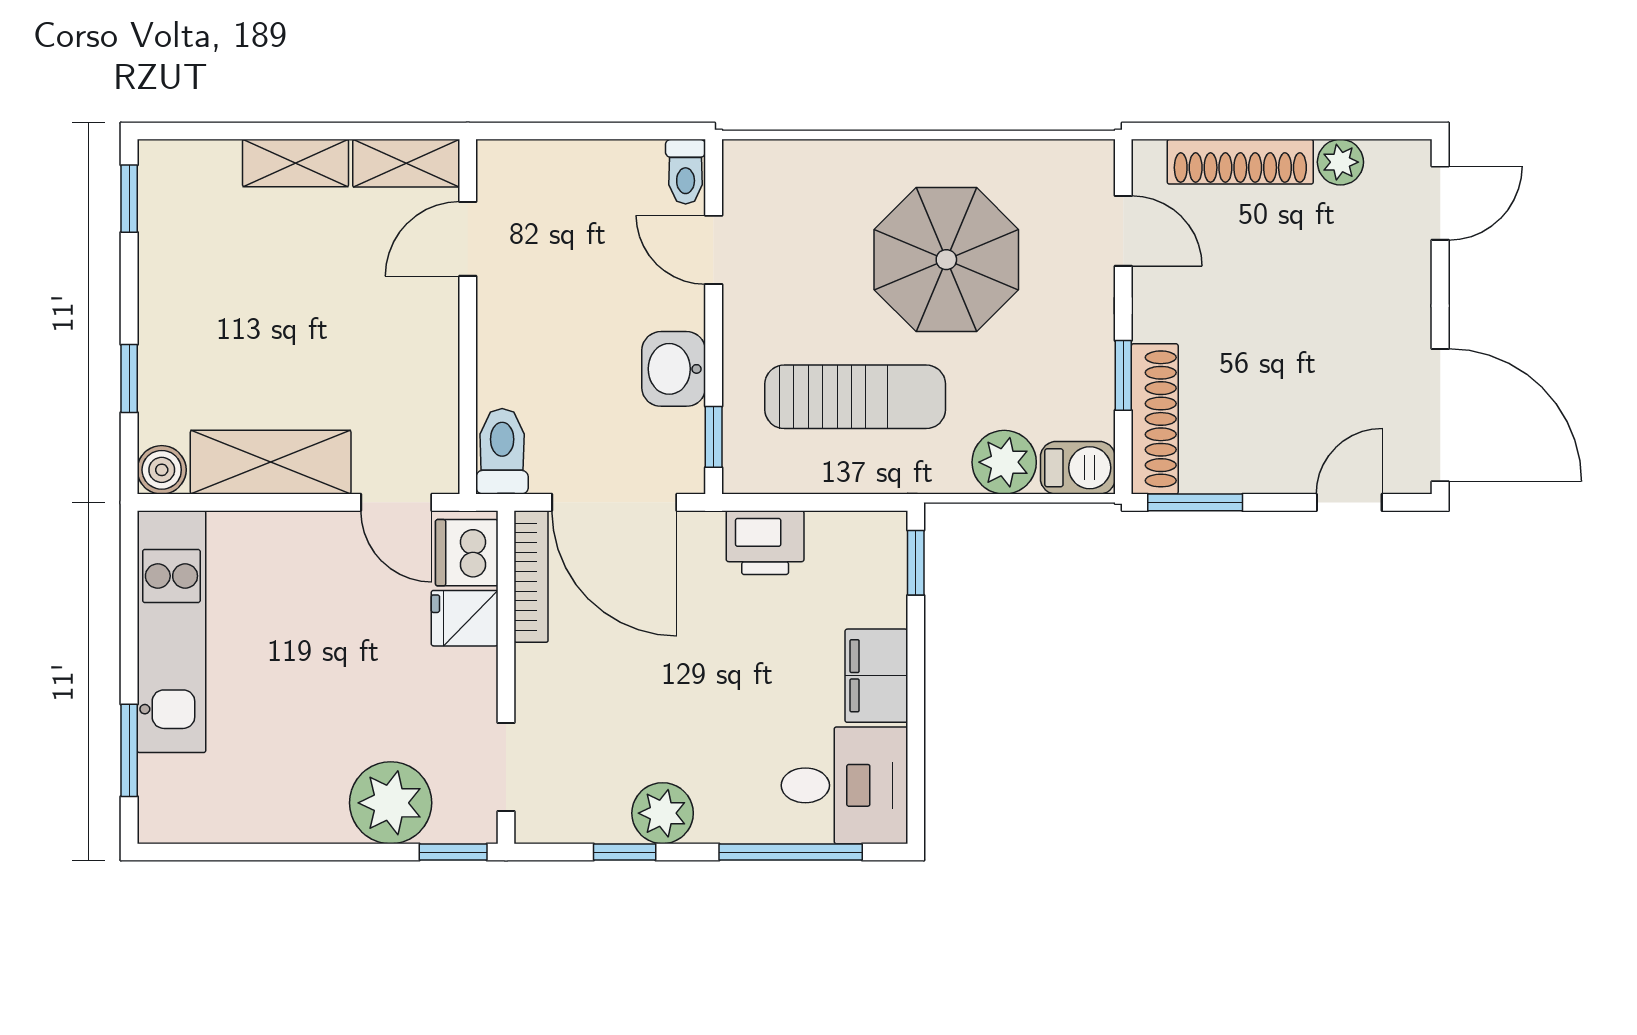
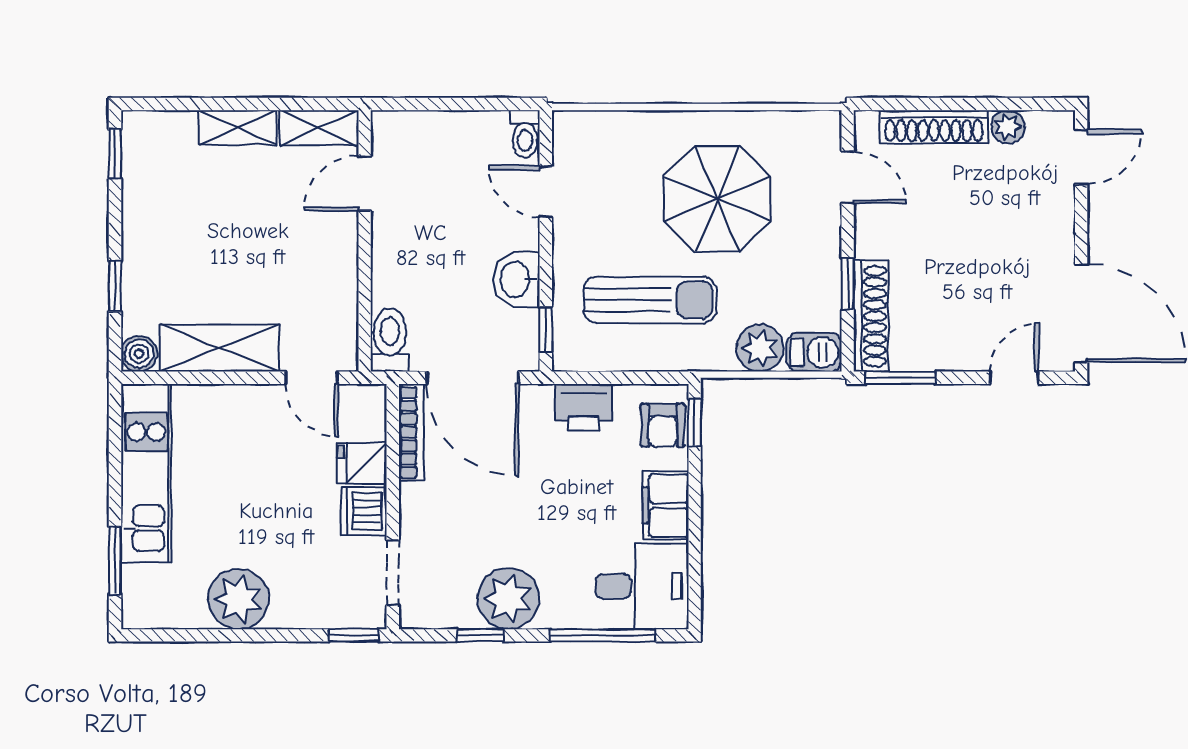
dishwasher: (467, 553) -> (364, 511), moved
armchair: (872, 567) -> (663, 425), added
plant: (391, 803) -> (238, 599), moved
plant: (663, 813) -> (508, 599), width x1.36, depth x1.36

